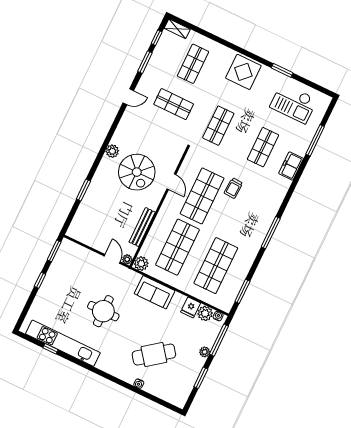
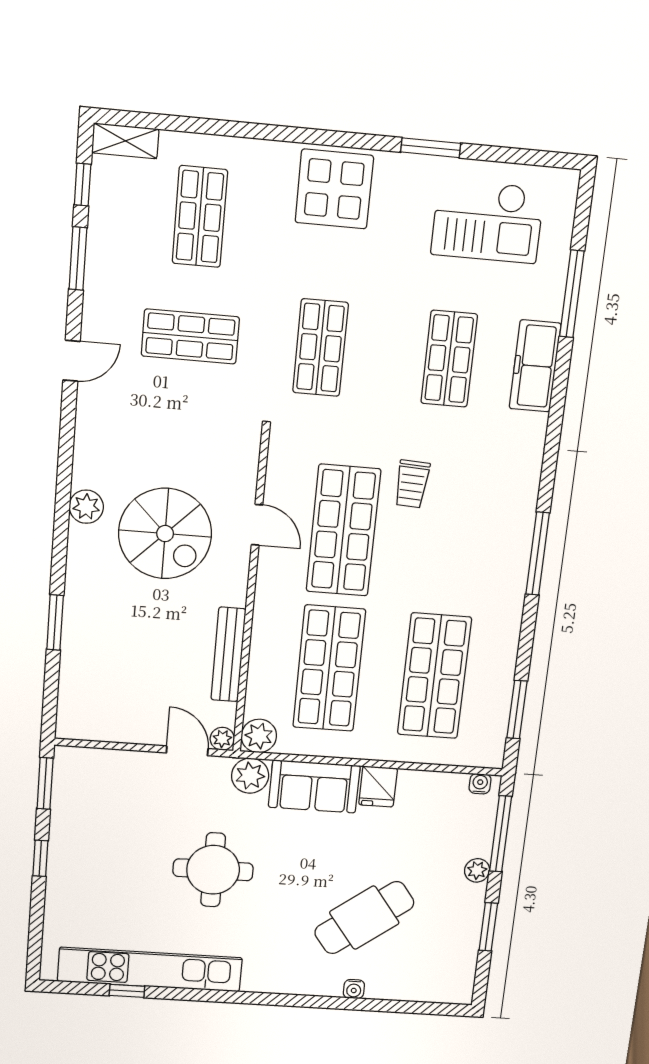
freezer: (291, 166) -> (535, 366), width x1.40
fridge: (191, 307) -> (378, 786), moved
plant: (205, 313) -> (250, 776), moved

